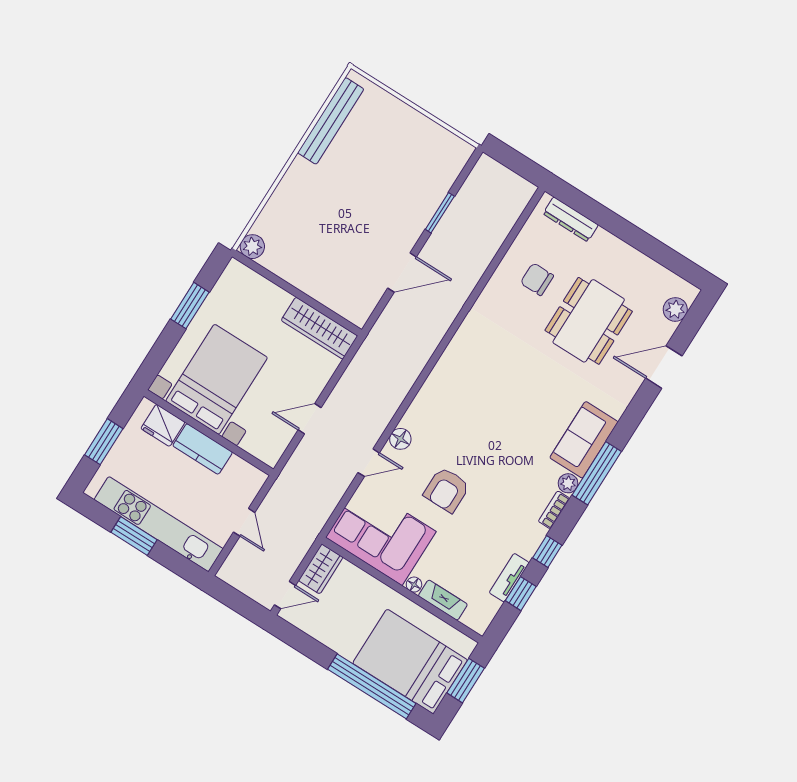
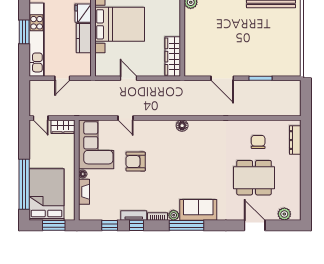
floor lamp: (400, 439) -> (182, 126), moved
tv unit: (509, 578) -> (134, 216), moved

